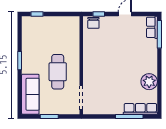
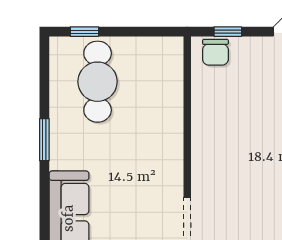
cafe table: (58, 72) -> (98, 82), moved

